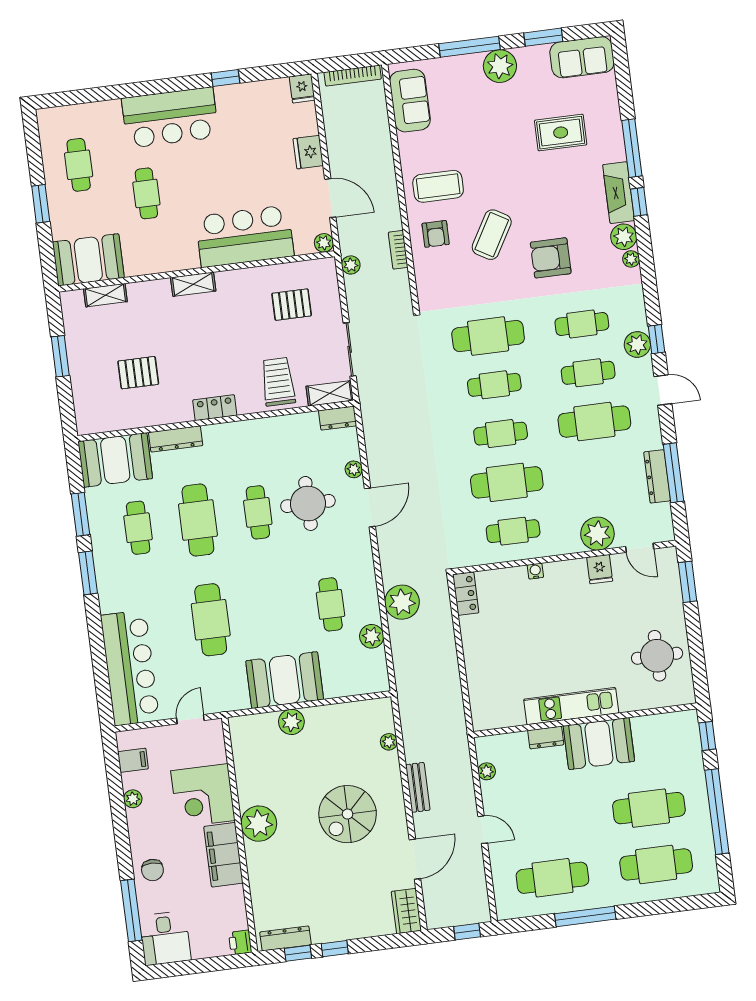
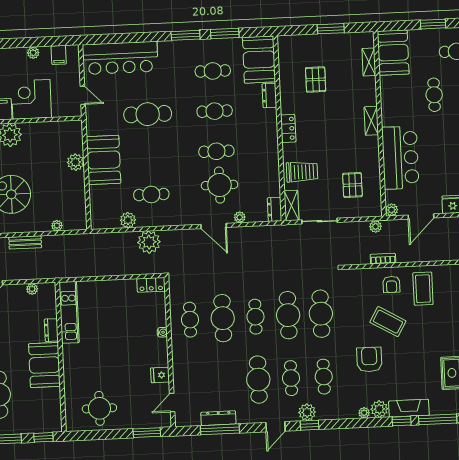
cafe table: (146, 193) -> (434, 95), turned 90
armchair: (436, 234) -> (391, 284), turned -90
cafe table: (494, 385) -> (288, 315), width x1.37, depth x1.35
dresser: (176, 439) -> (269, 95), width x0.70
cafe table: (198, 520) -> (215, 111), width x0.73, depth x0.74
plant: (597, 534) -> (184, 375), removed
kitchen unit: (571, 706) -> (69, 312), moved

